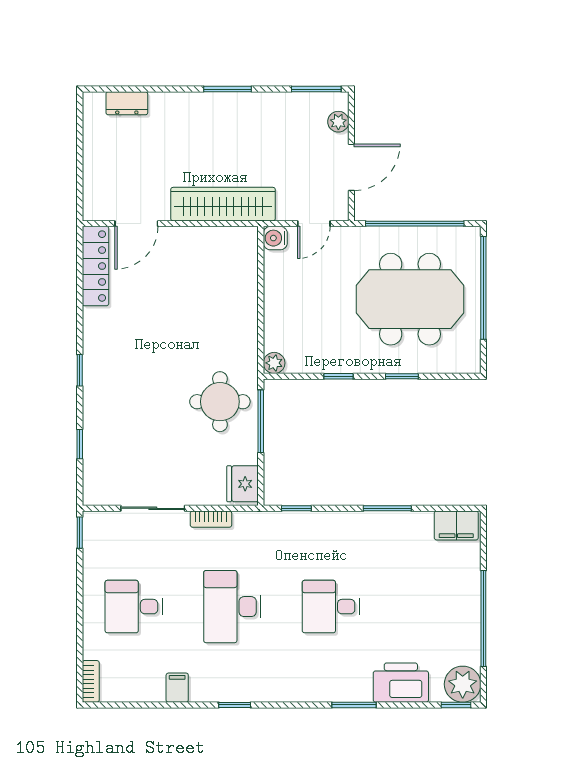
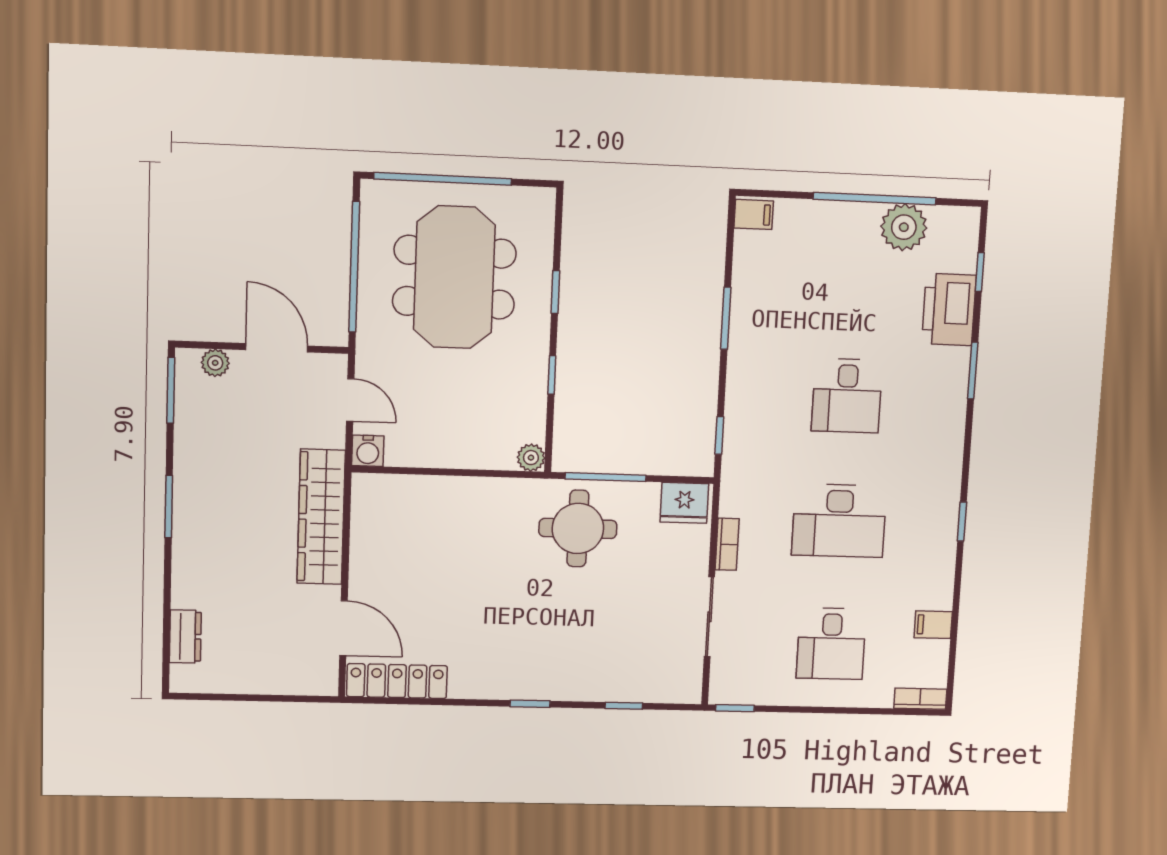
filing cabinet: (456, 525) -> (754, 214), width x0.50
plant: (463, 684) -> (904, 227), moved
filing cabinet: (177, 688) -> (933, 625), moved
window: (456, 705) -> (980, 272), moved

